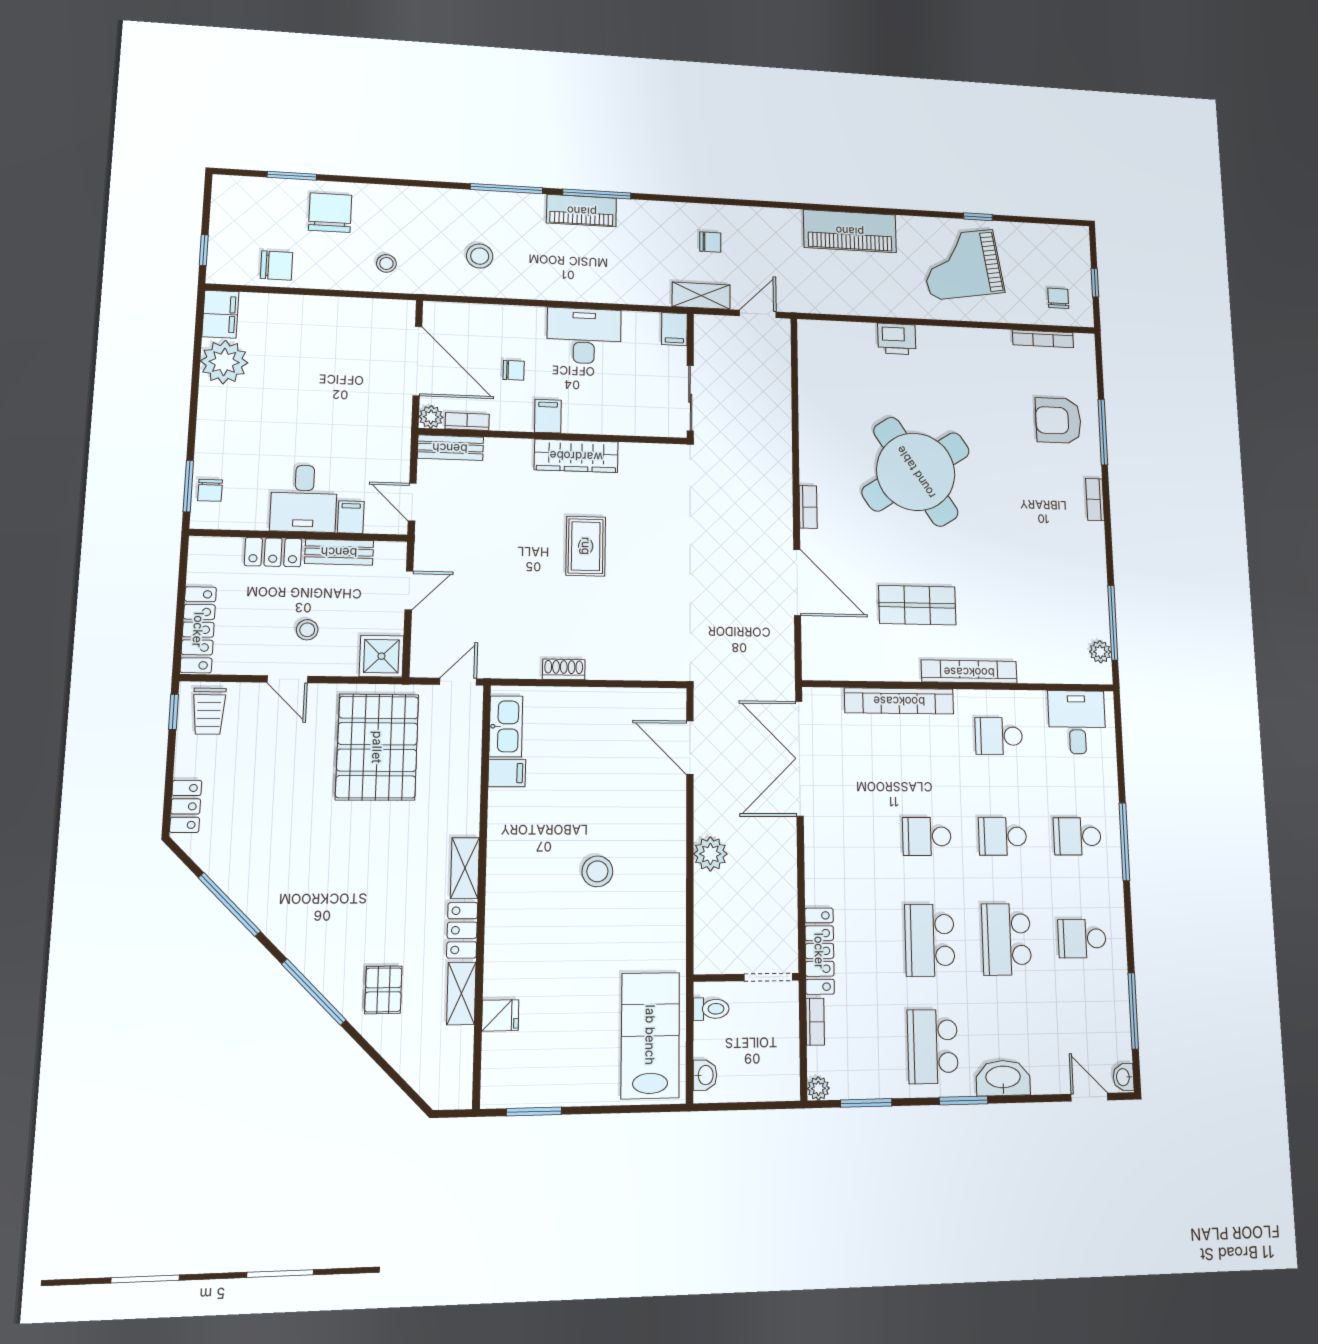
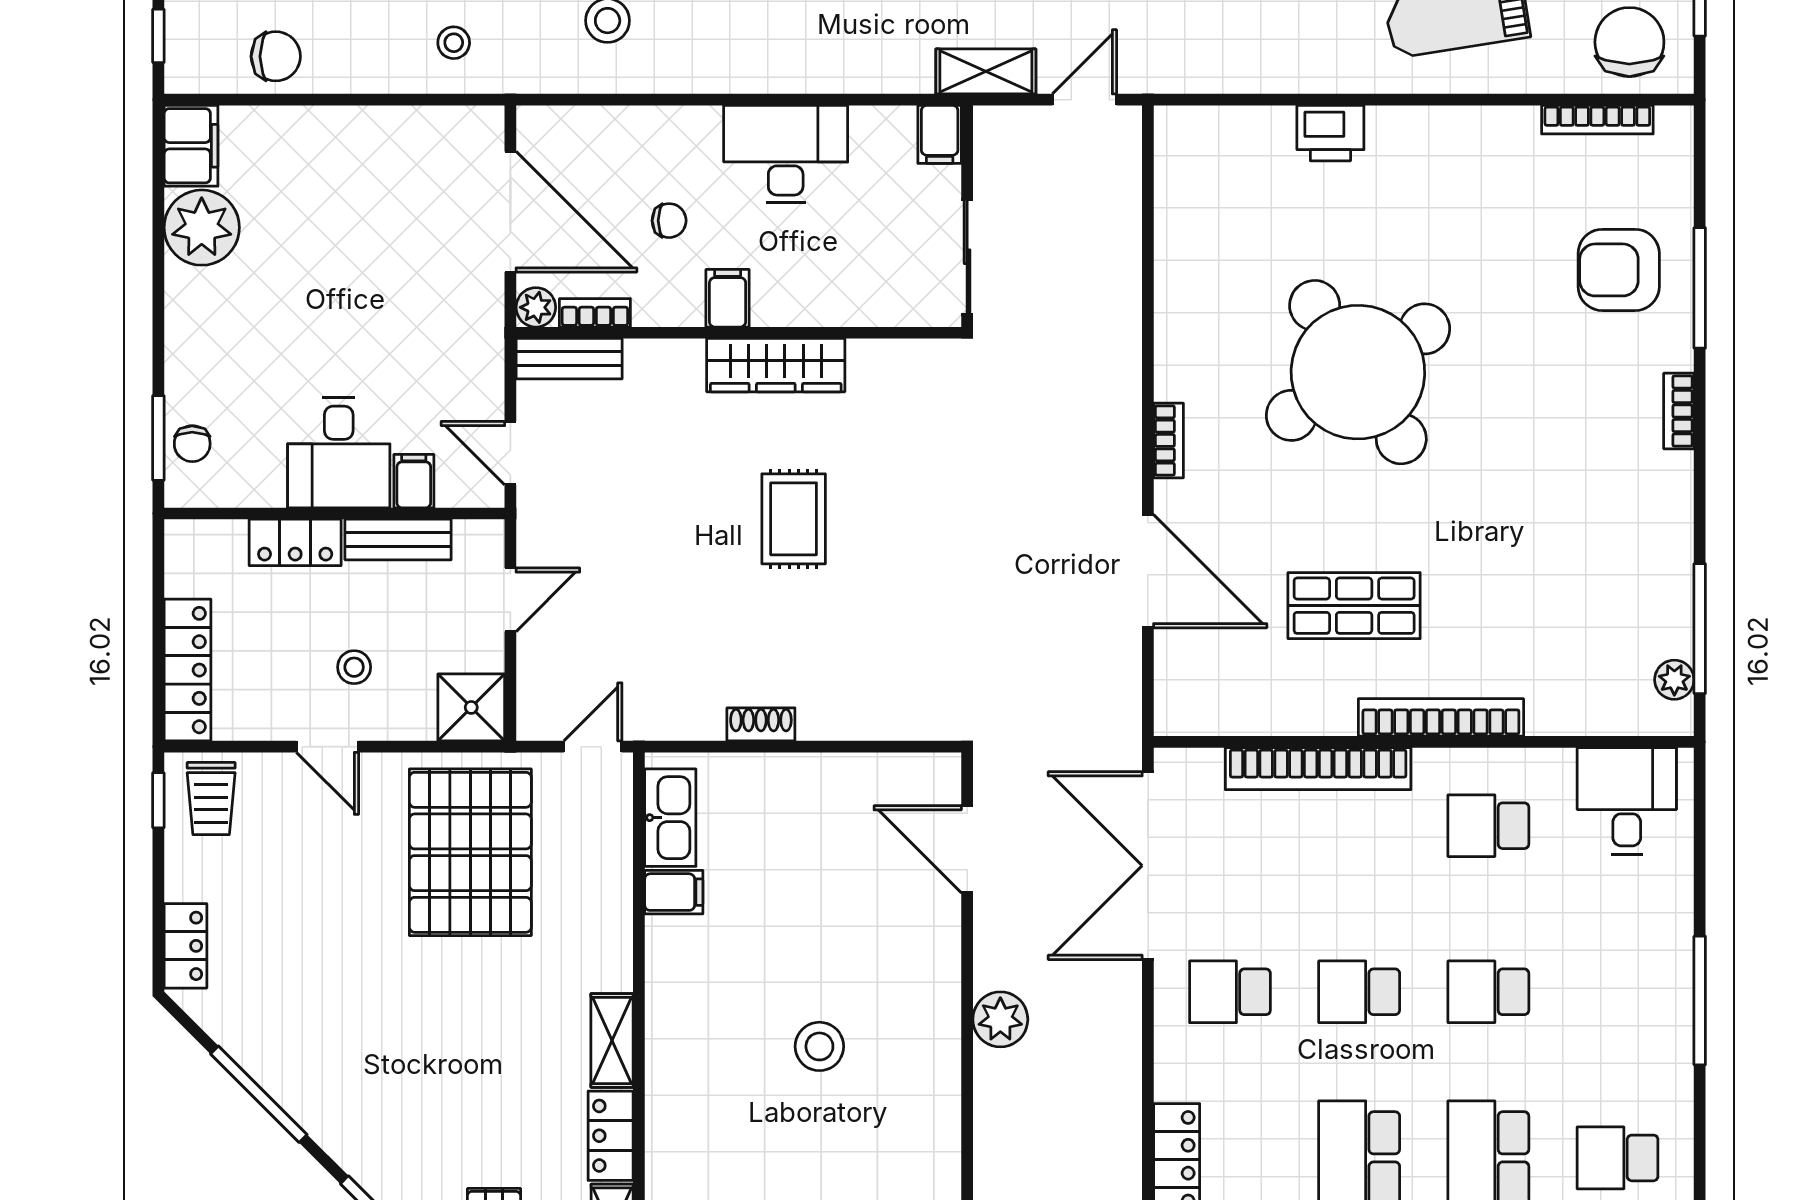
chair: (1058, 298) -> (1629, 42), width x1.87, depth x1.87
school desk: (1077, 836) -> (1230, 992), moved

